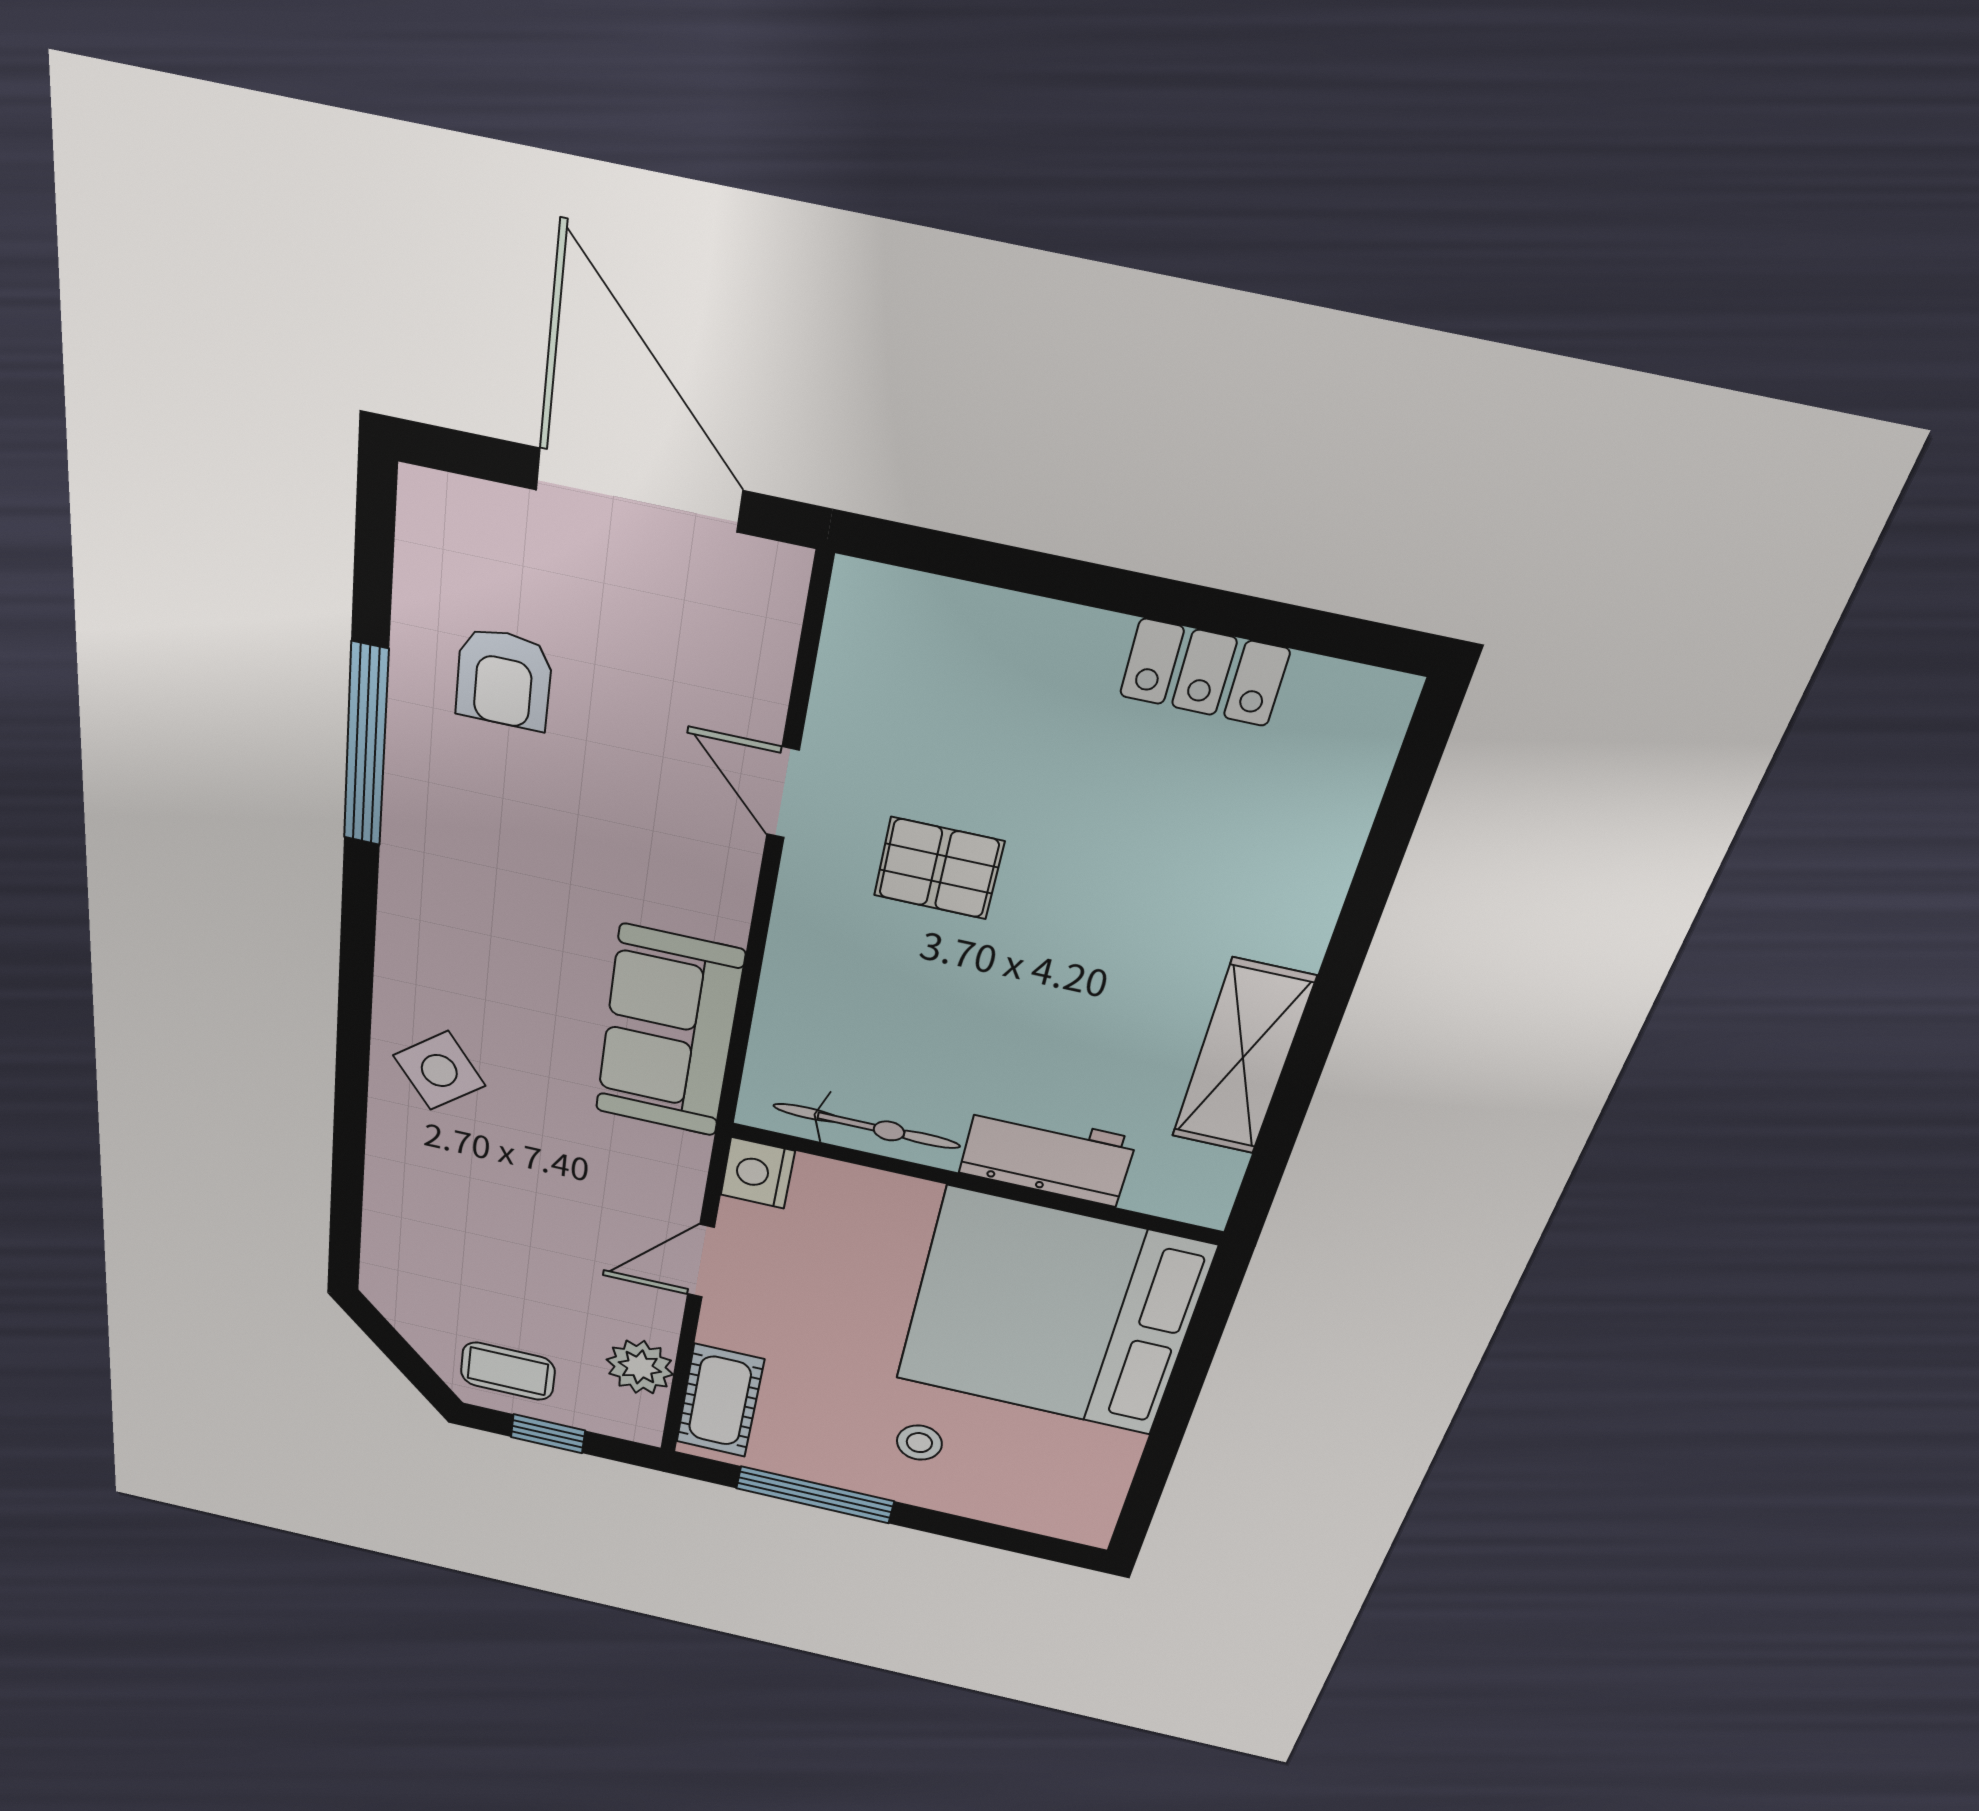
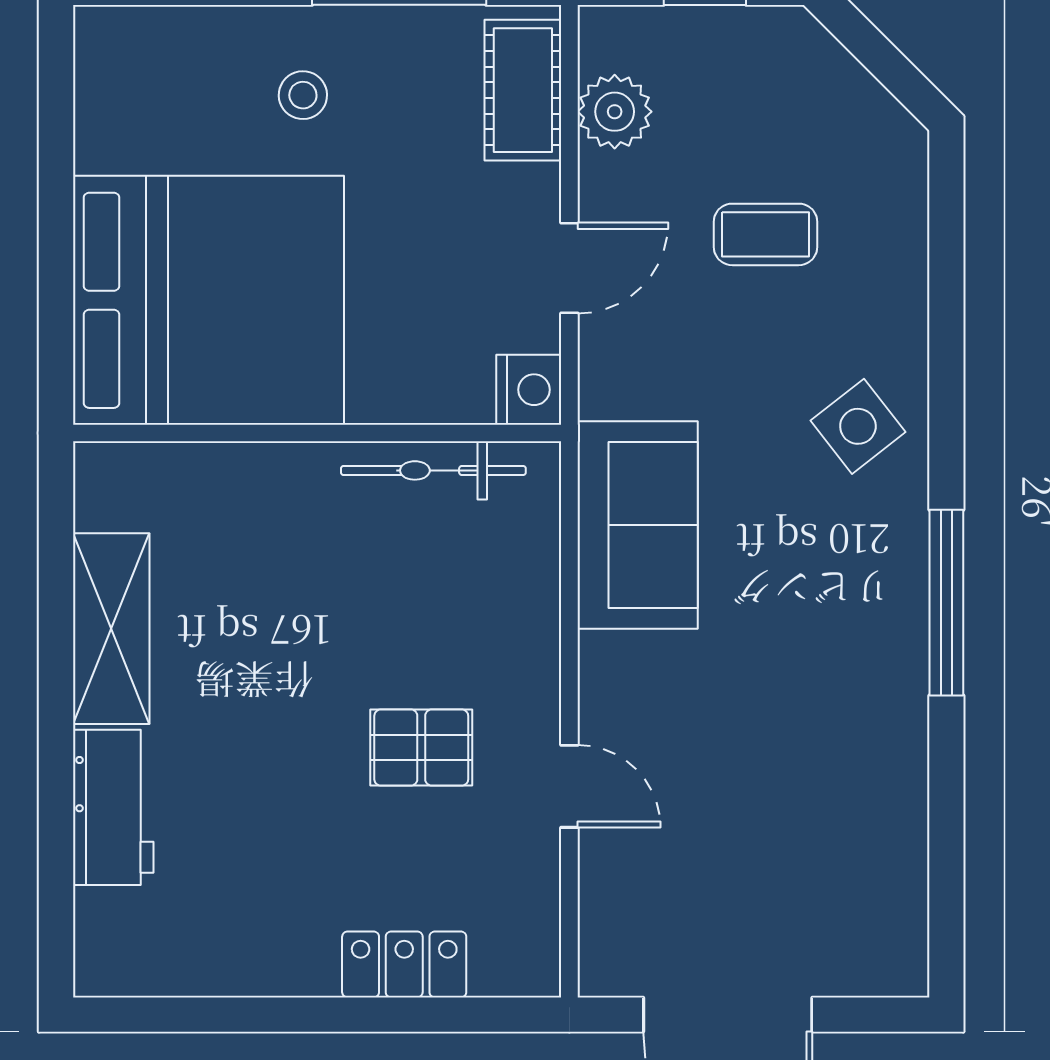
locker: (1204, 673) -> (404, 964), moved
armchair: (504, 679) -> (826, 835), removed
window: (366, 746) -> (946, 603), moved
workbench: (1047, 1156) -> (113, 807), moved, turned -90
coffee table: (508, 1371) -> (765, 234), moved

